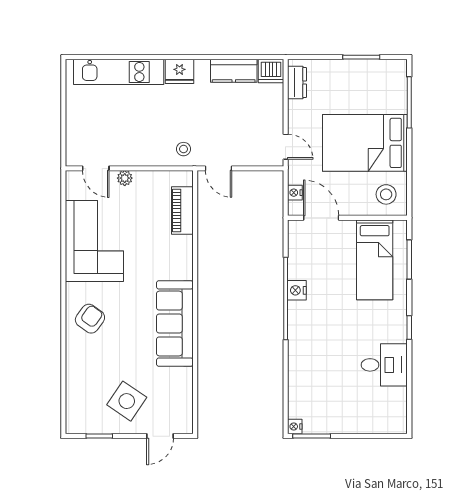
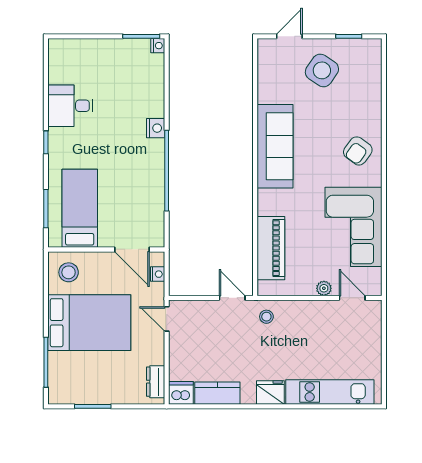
piano: (182, 211) -> (271, 248), width x1.37, depth x1.33
nightstand: (297, 290) -> (156, 128), moved

